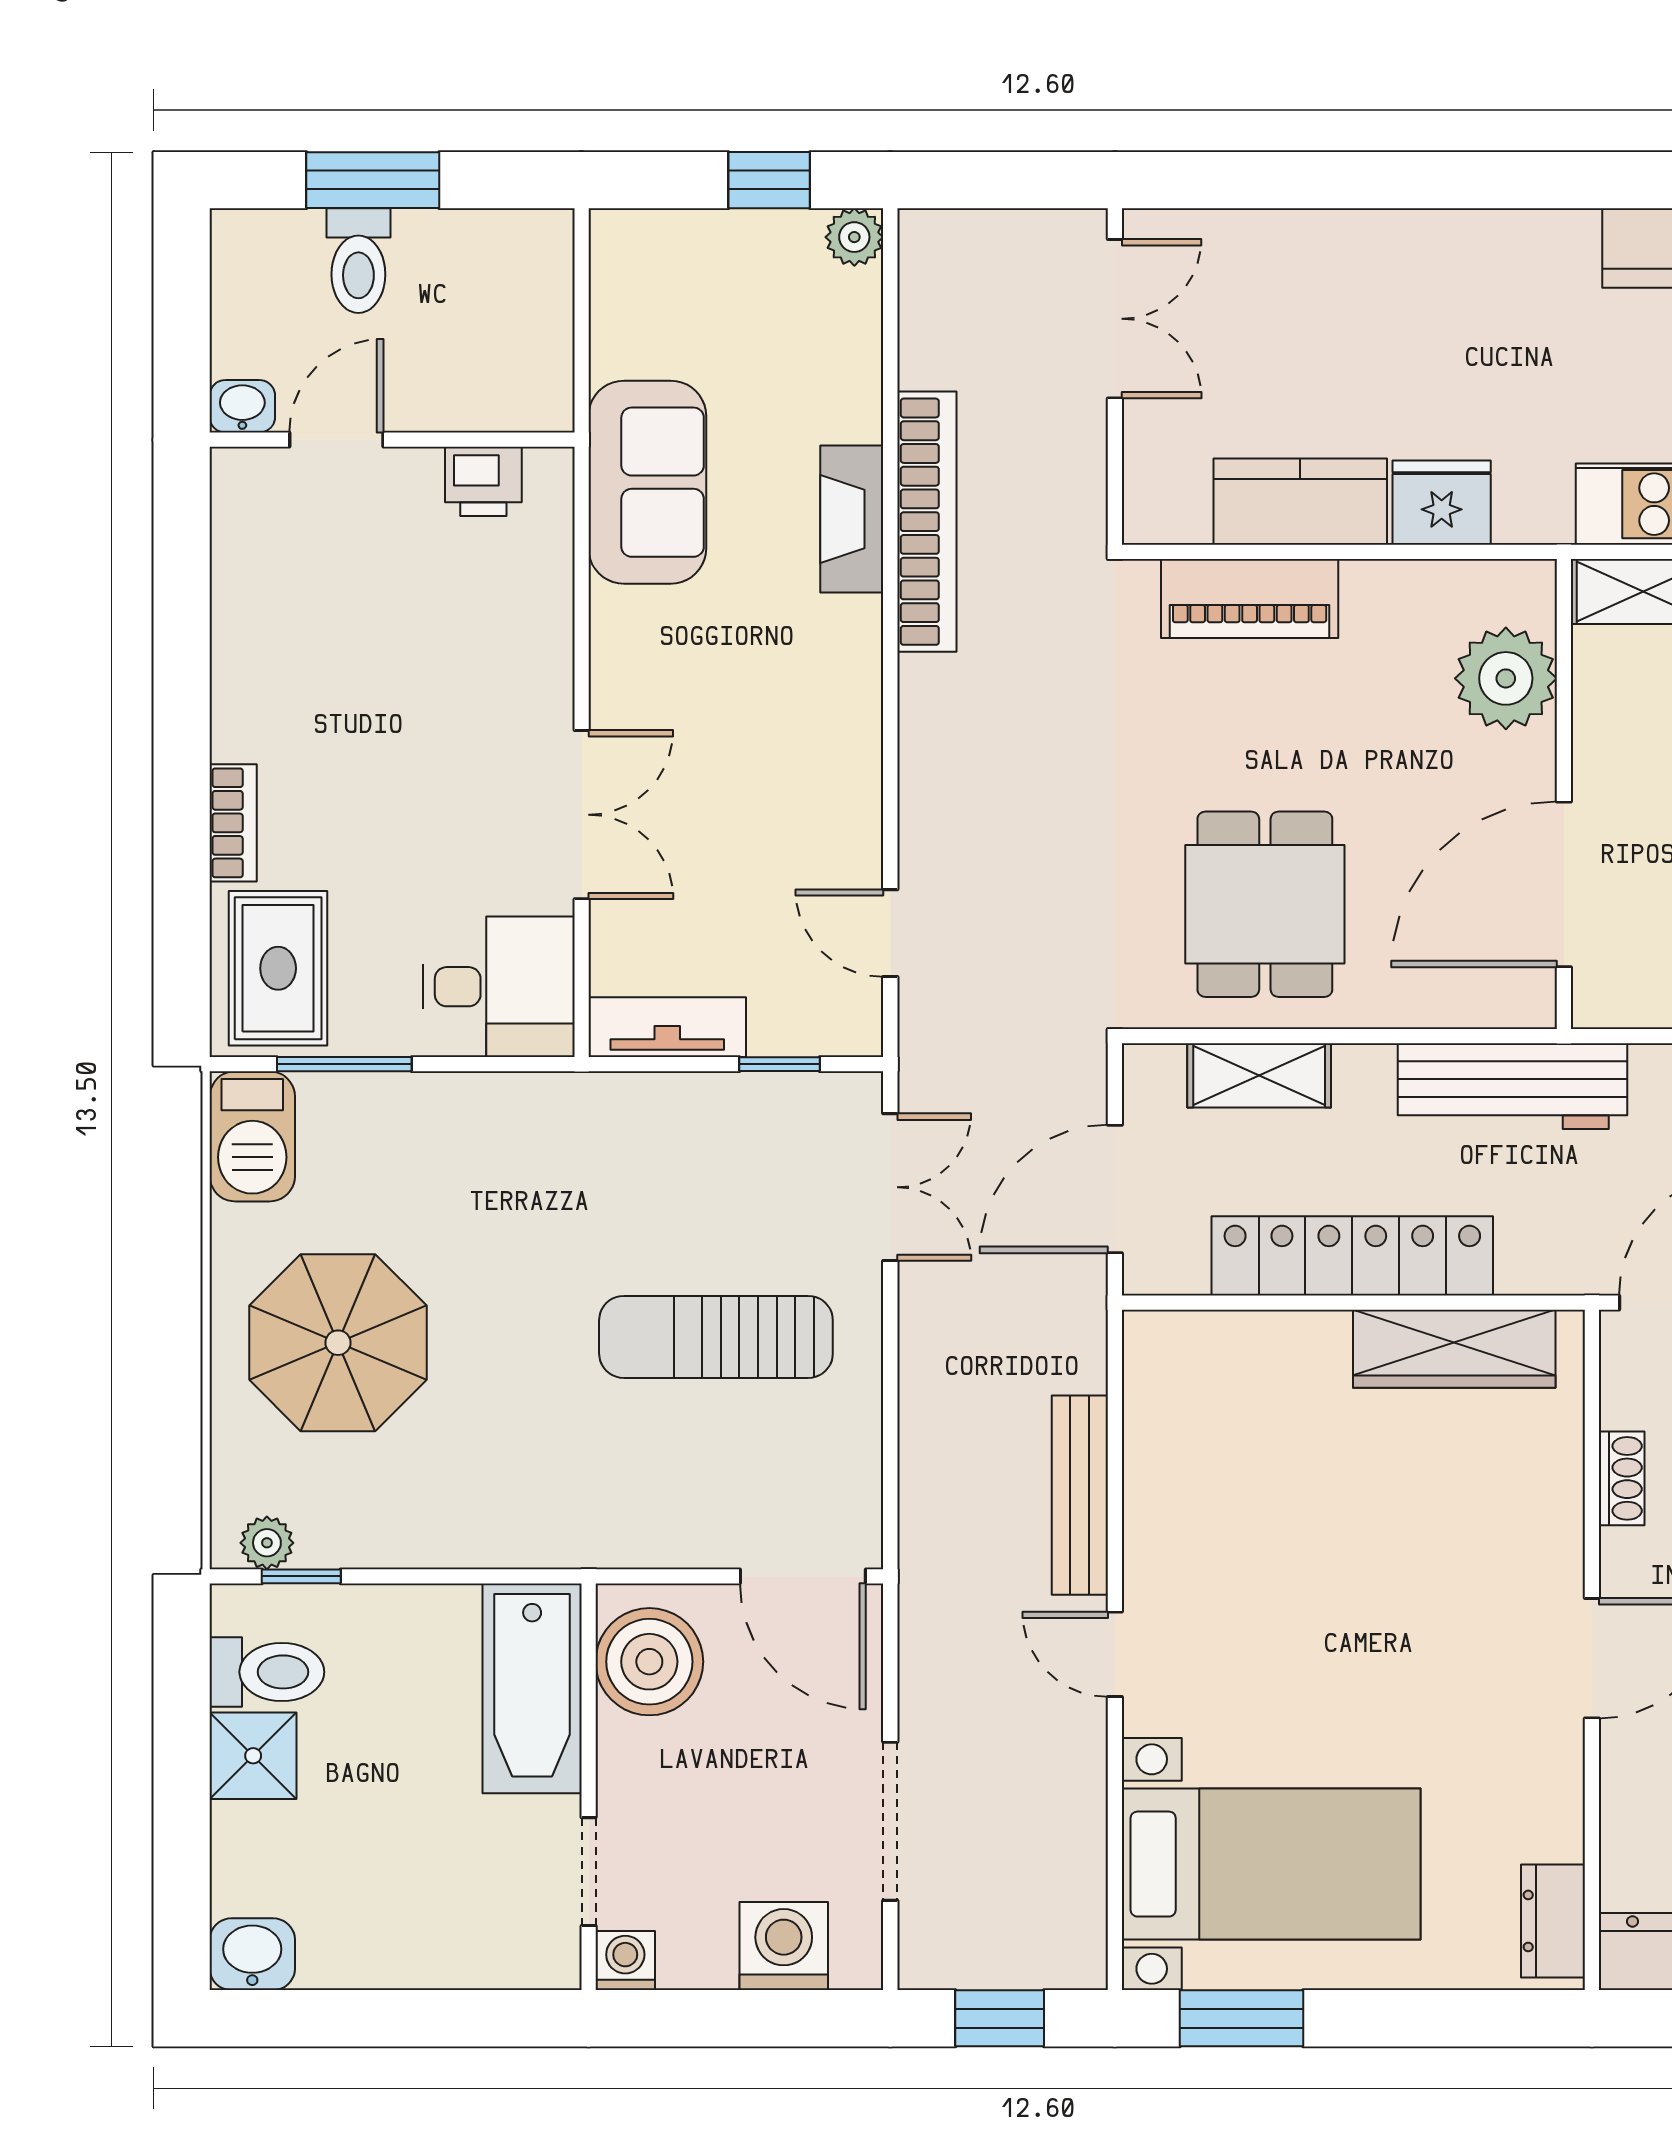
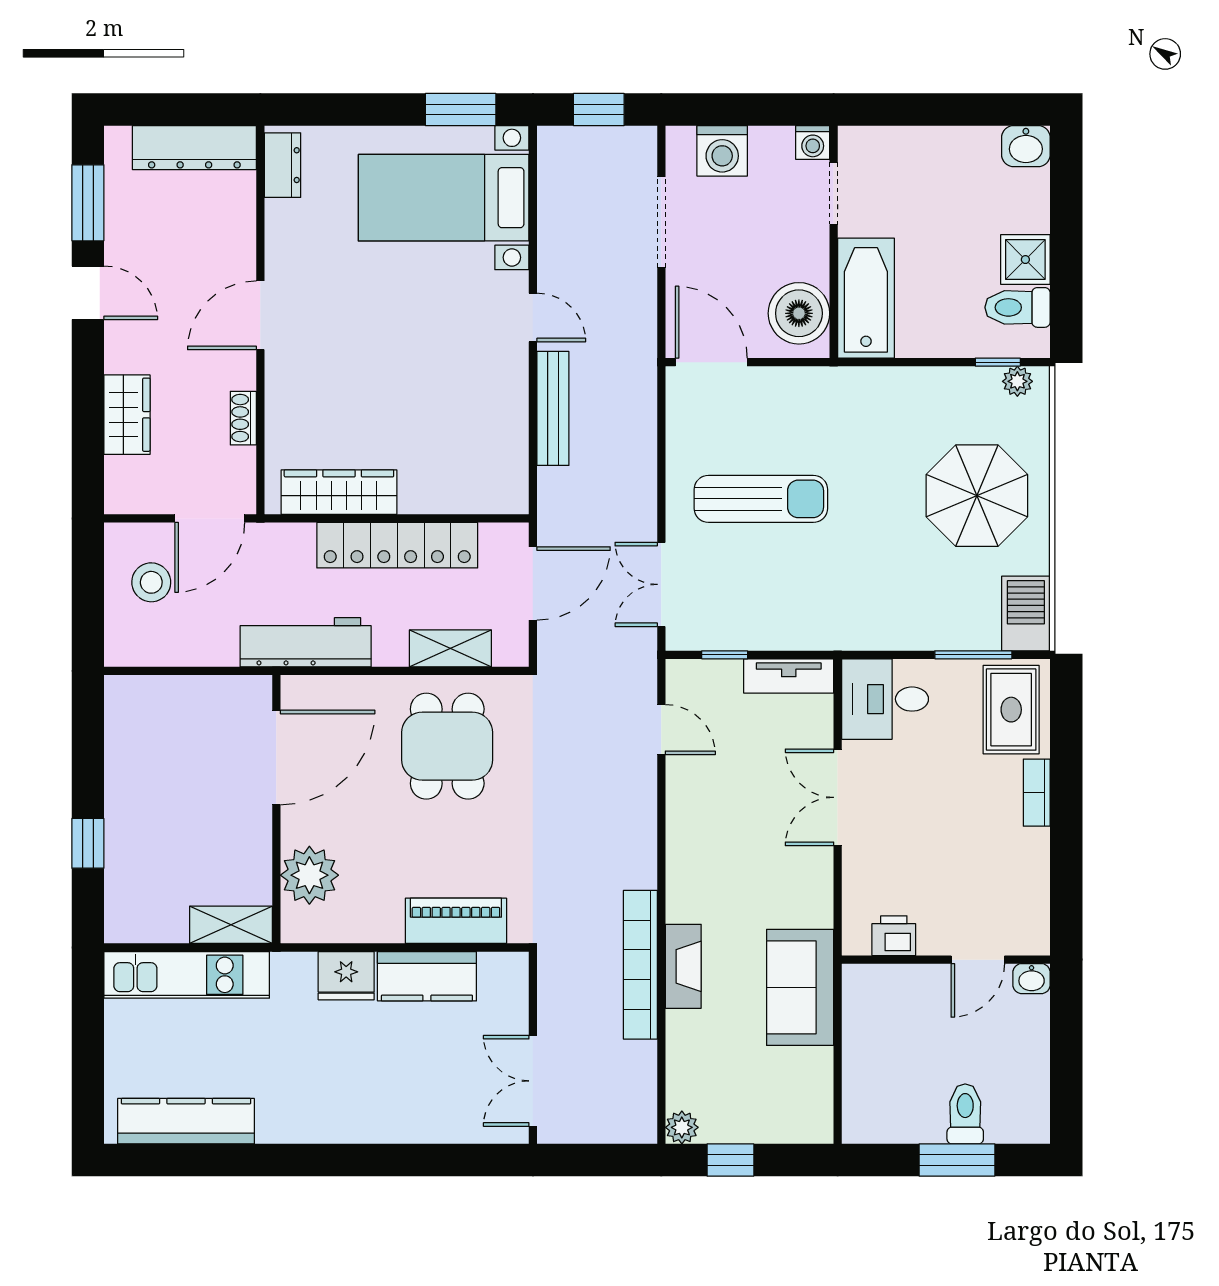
washbasin: (242, 406) -> (1032, 979), moved
door: (336, 440) -> (978, 960), moved
wall: (392, 440) -> (946, 960), moved
printer: (483, 481) -> (894, 936), moved

